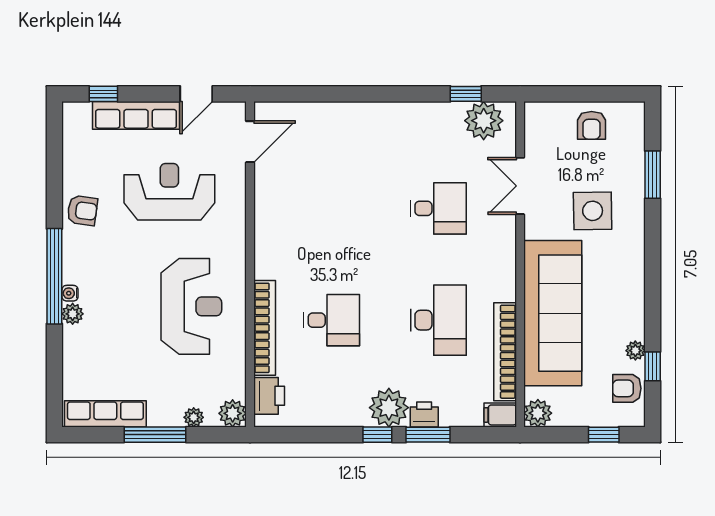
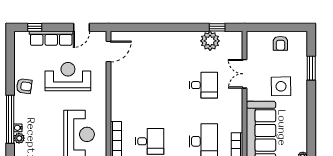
plant: (484, 121) -> (210, 41), moved

